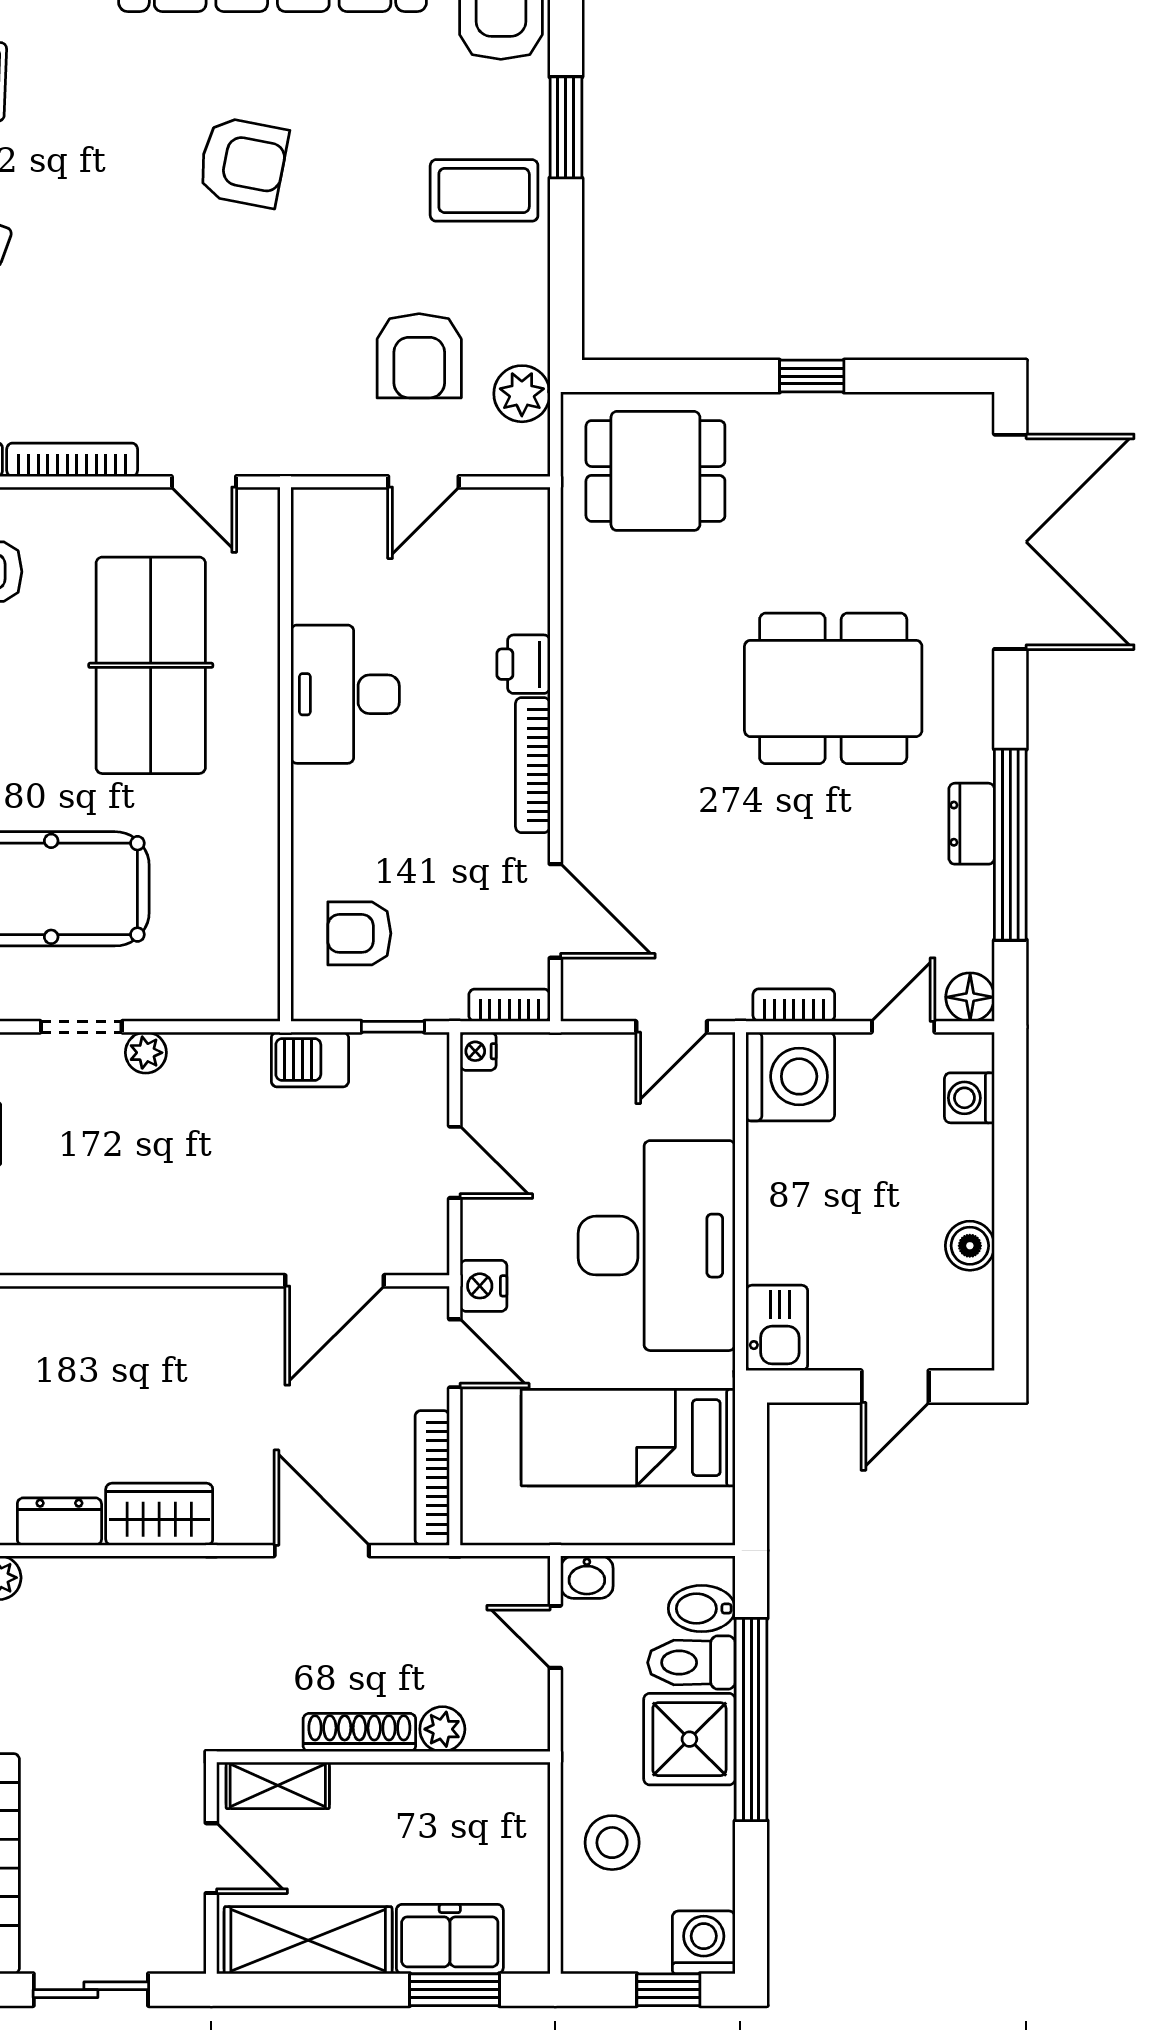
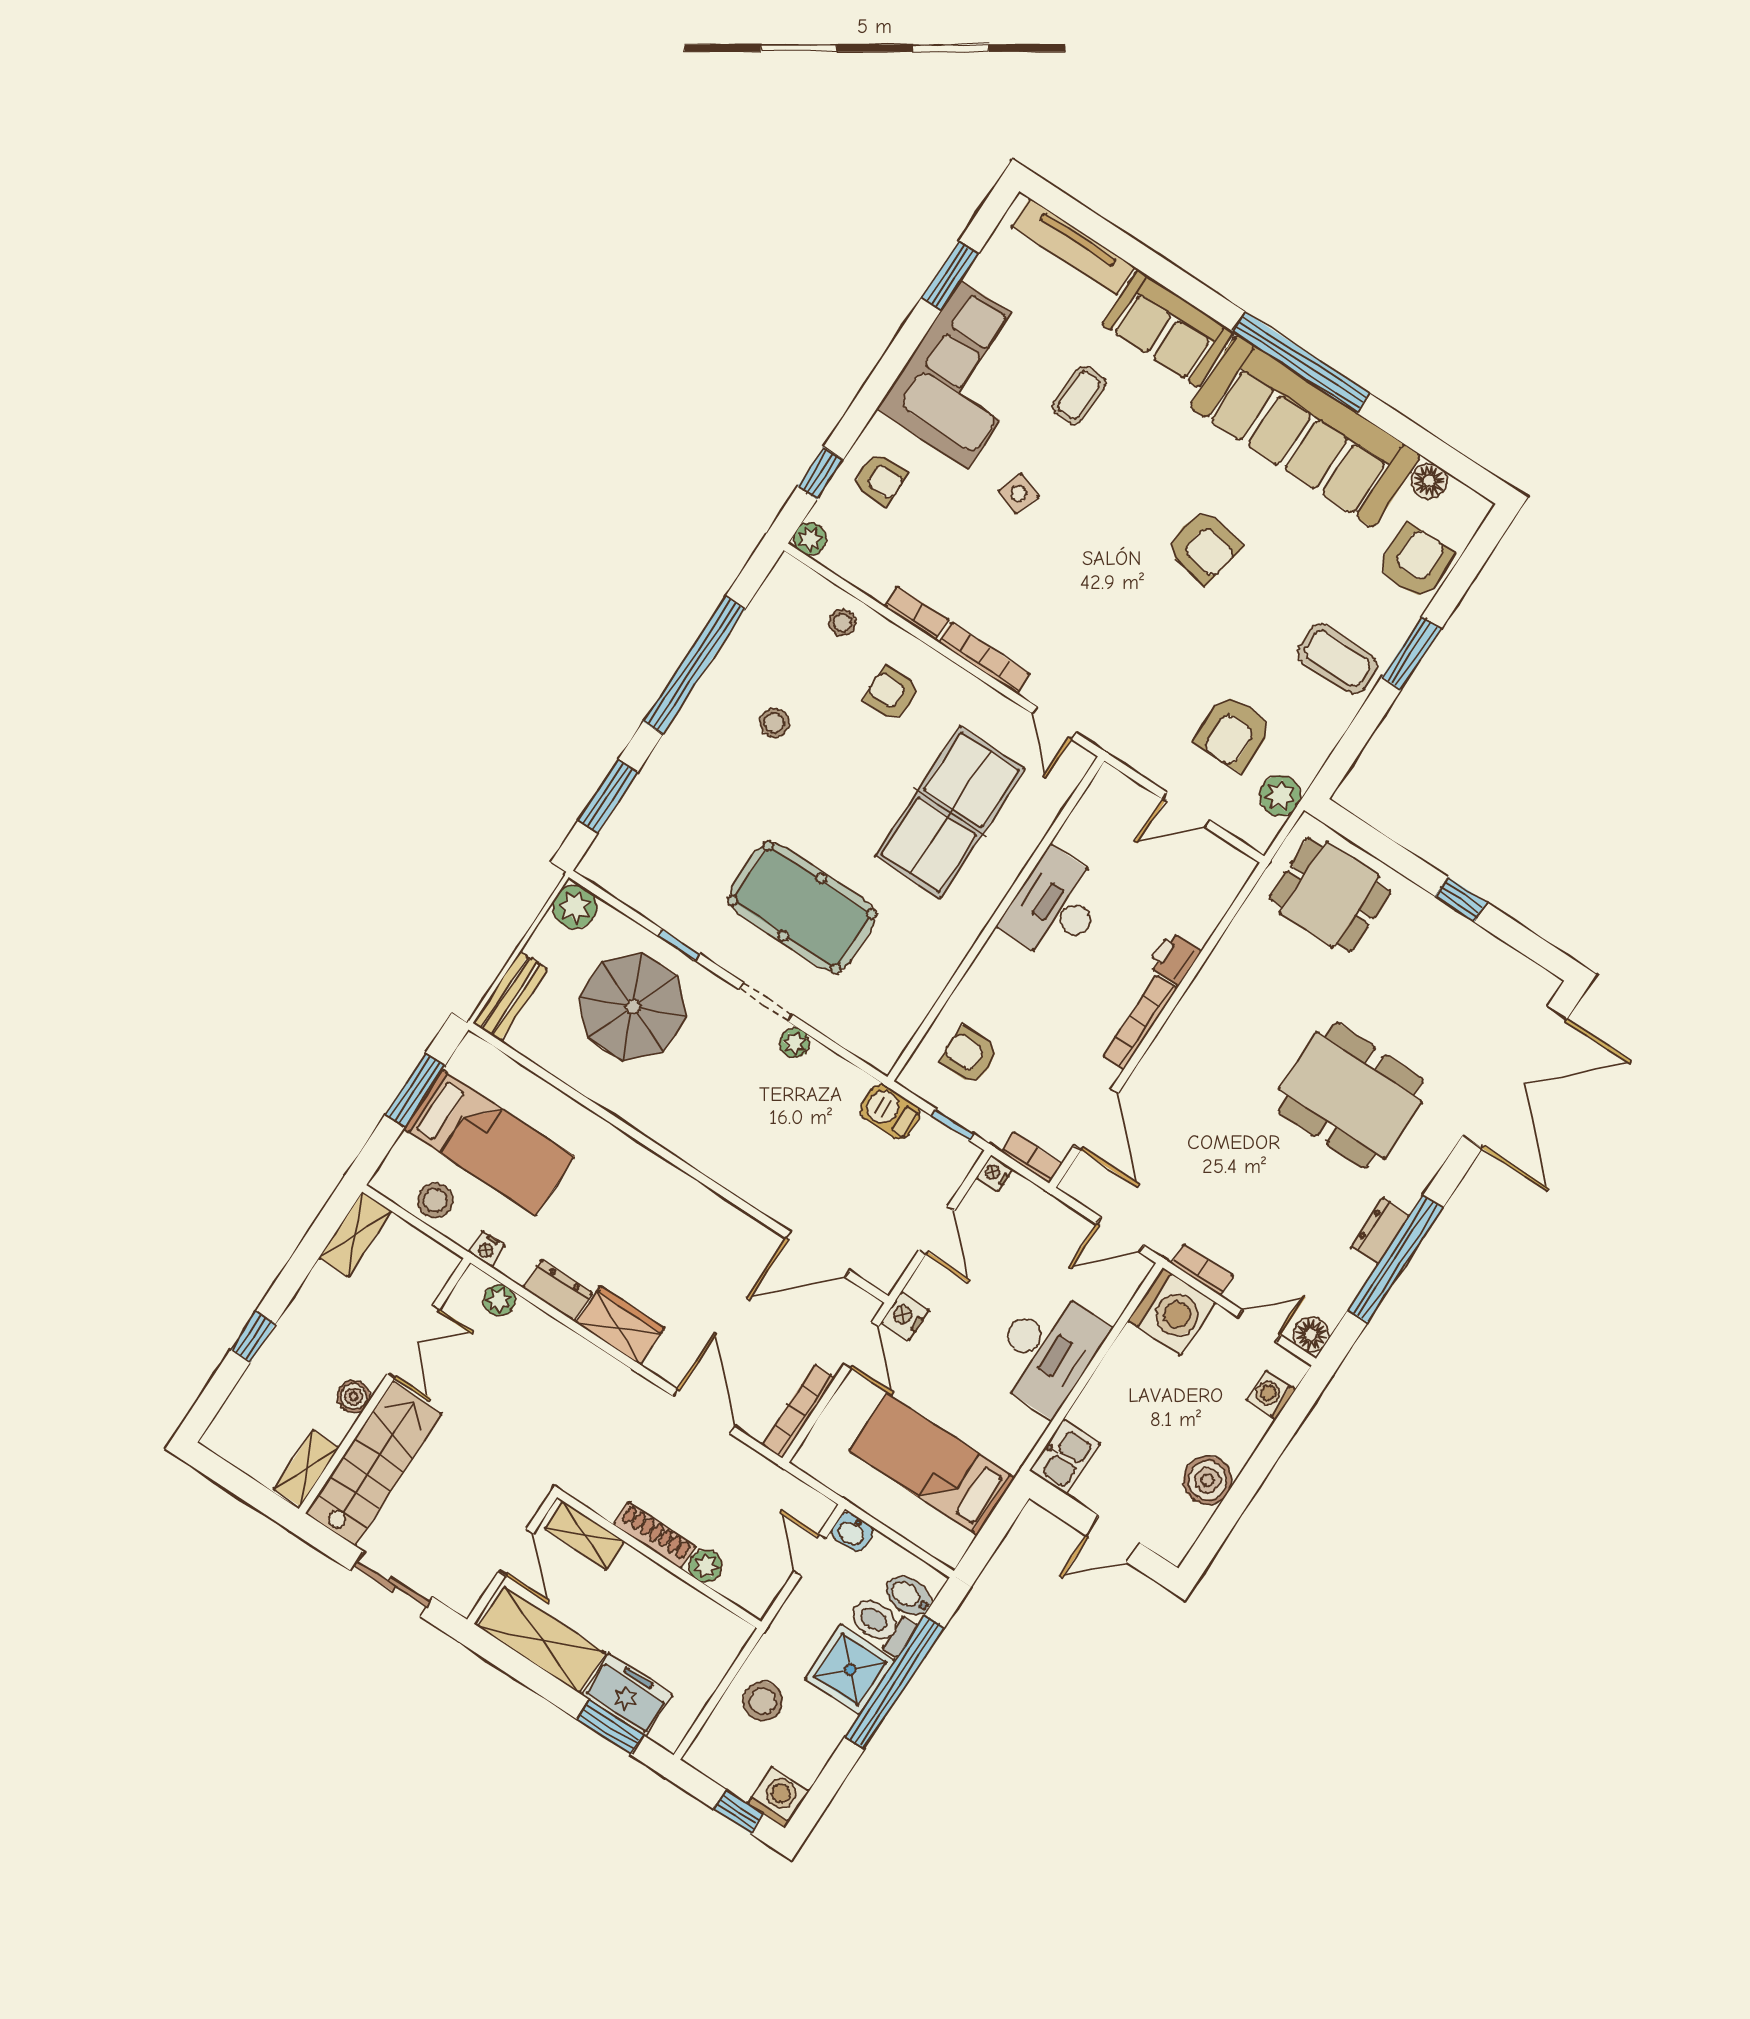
desk: (657, 1246) -> (1047, 1351), width x0.73, depth x0.77
boiler: (970, 1246) -> (1208, 1480), width x1.36, depth x1.36

